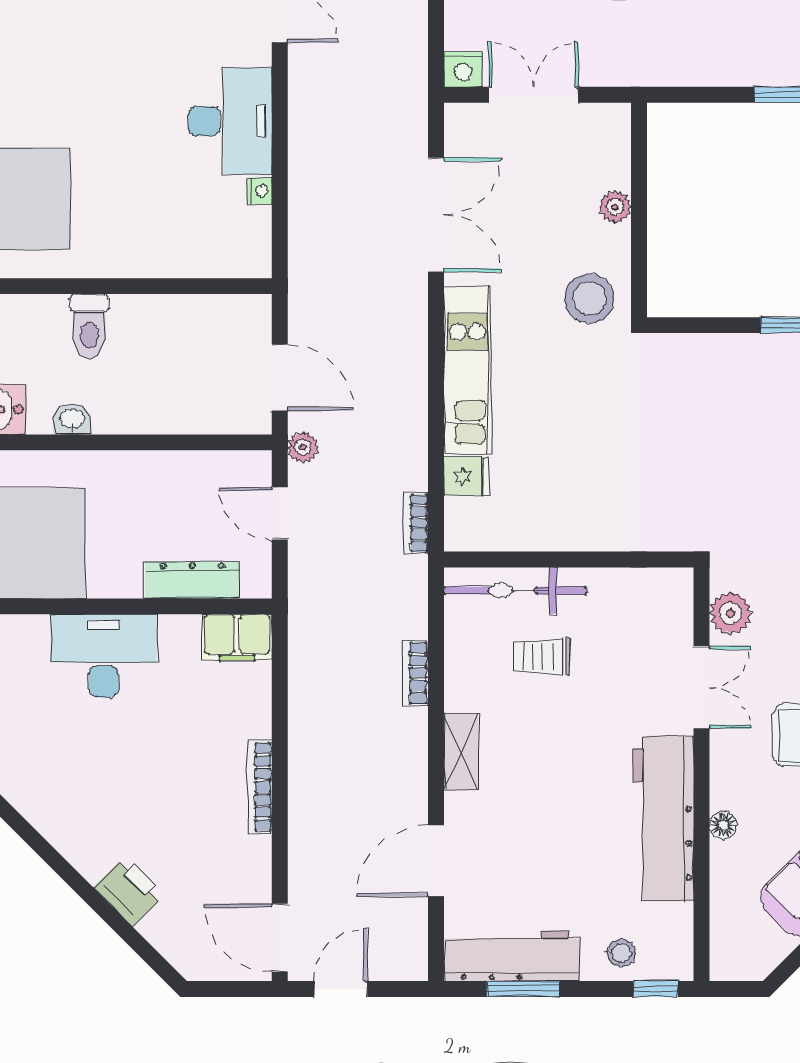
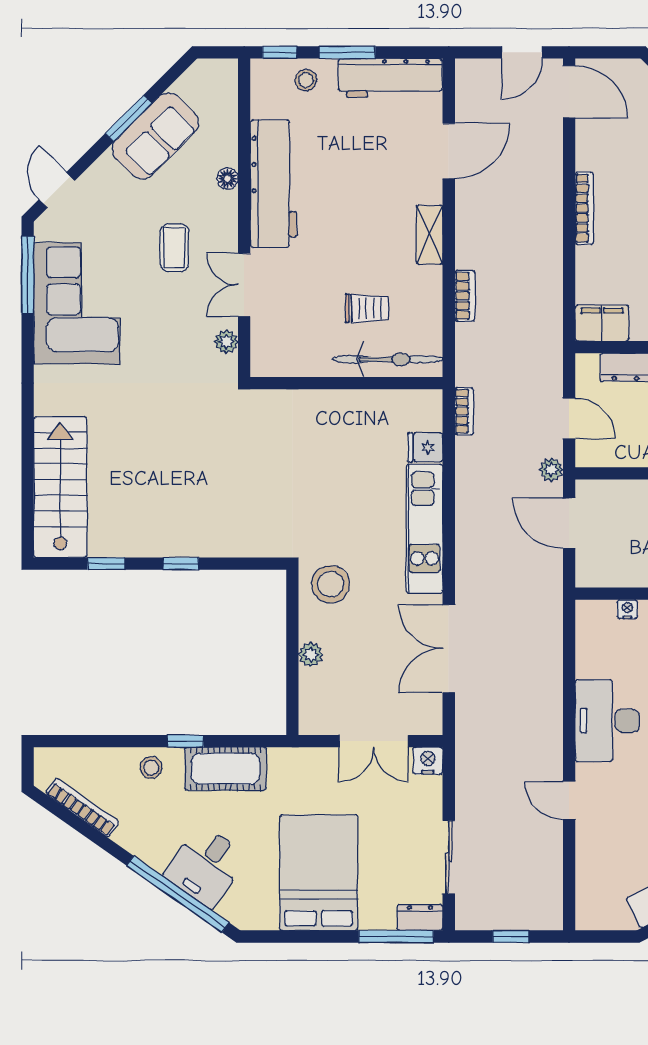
cot: (726, 59) -> (225, 769), added
nightstand: (260, 191) -> (627, 609), moved, turned 90
plant: (731, 613) -> (226, 342), width x0.73, depth x0.73
window: (523, 989) -> (347, 52), moved

